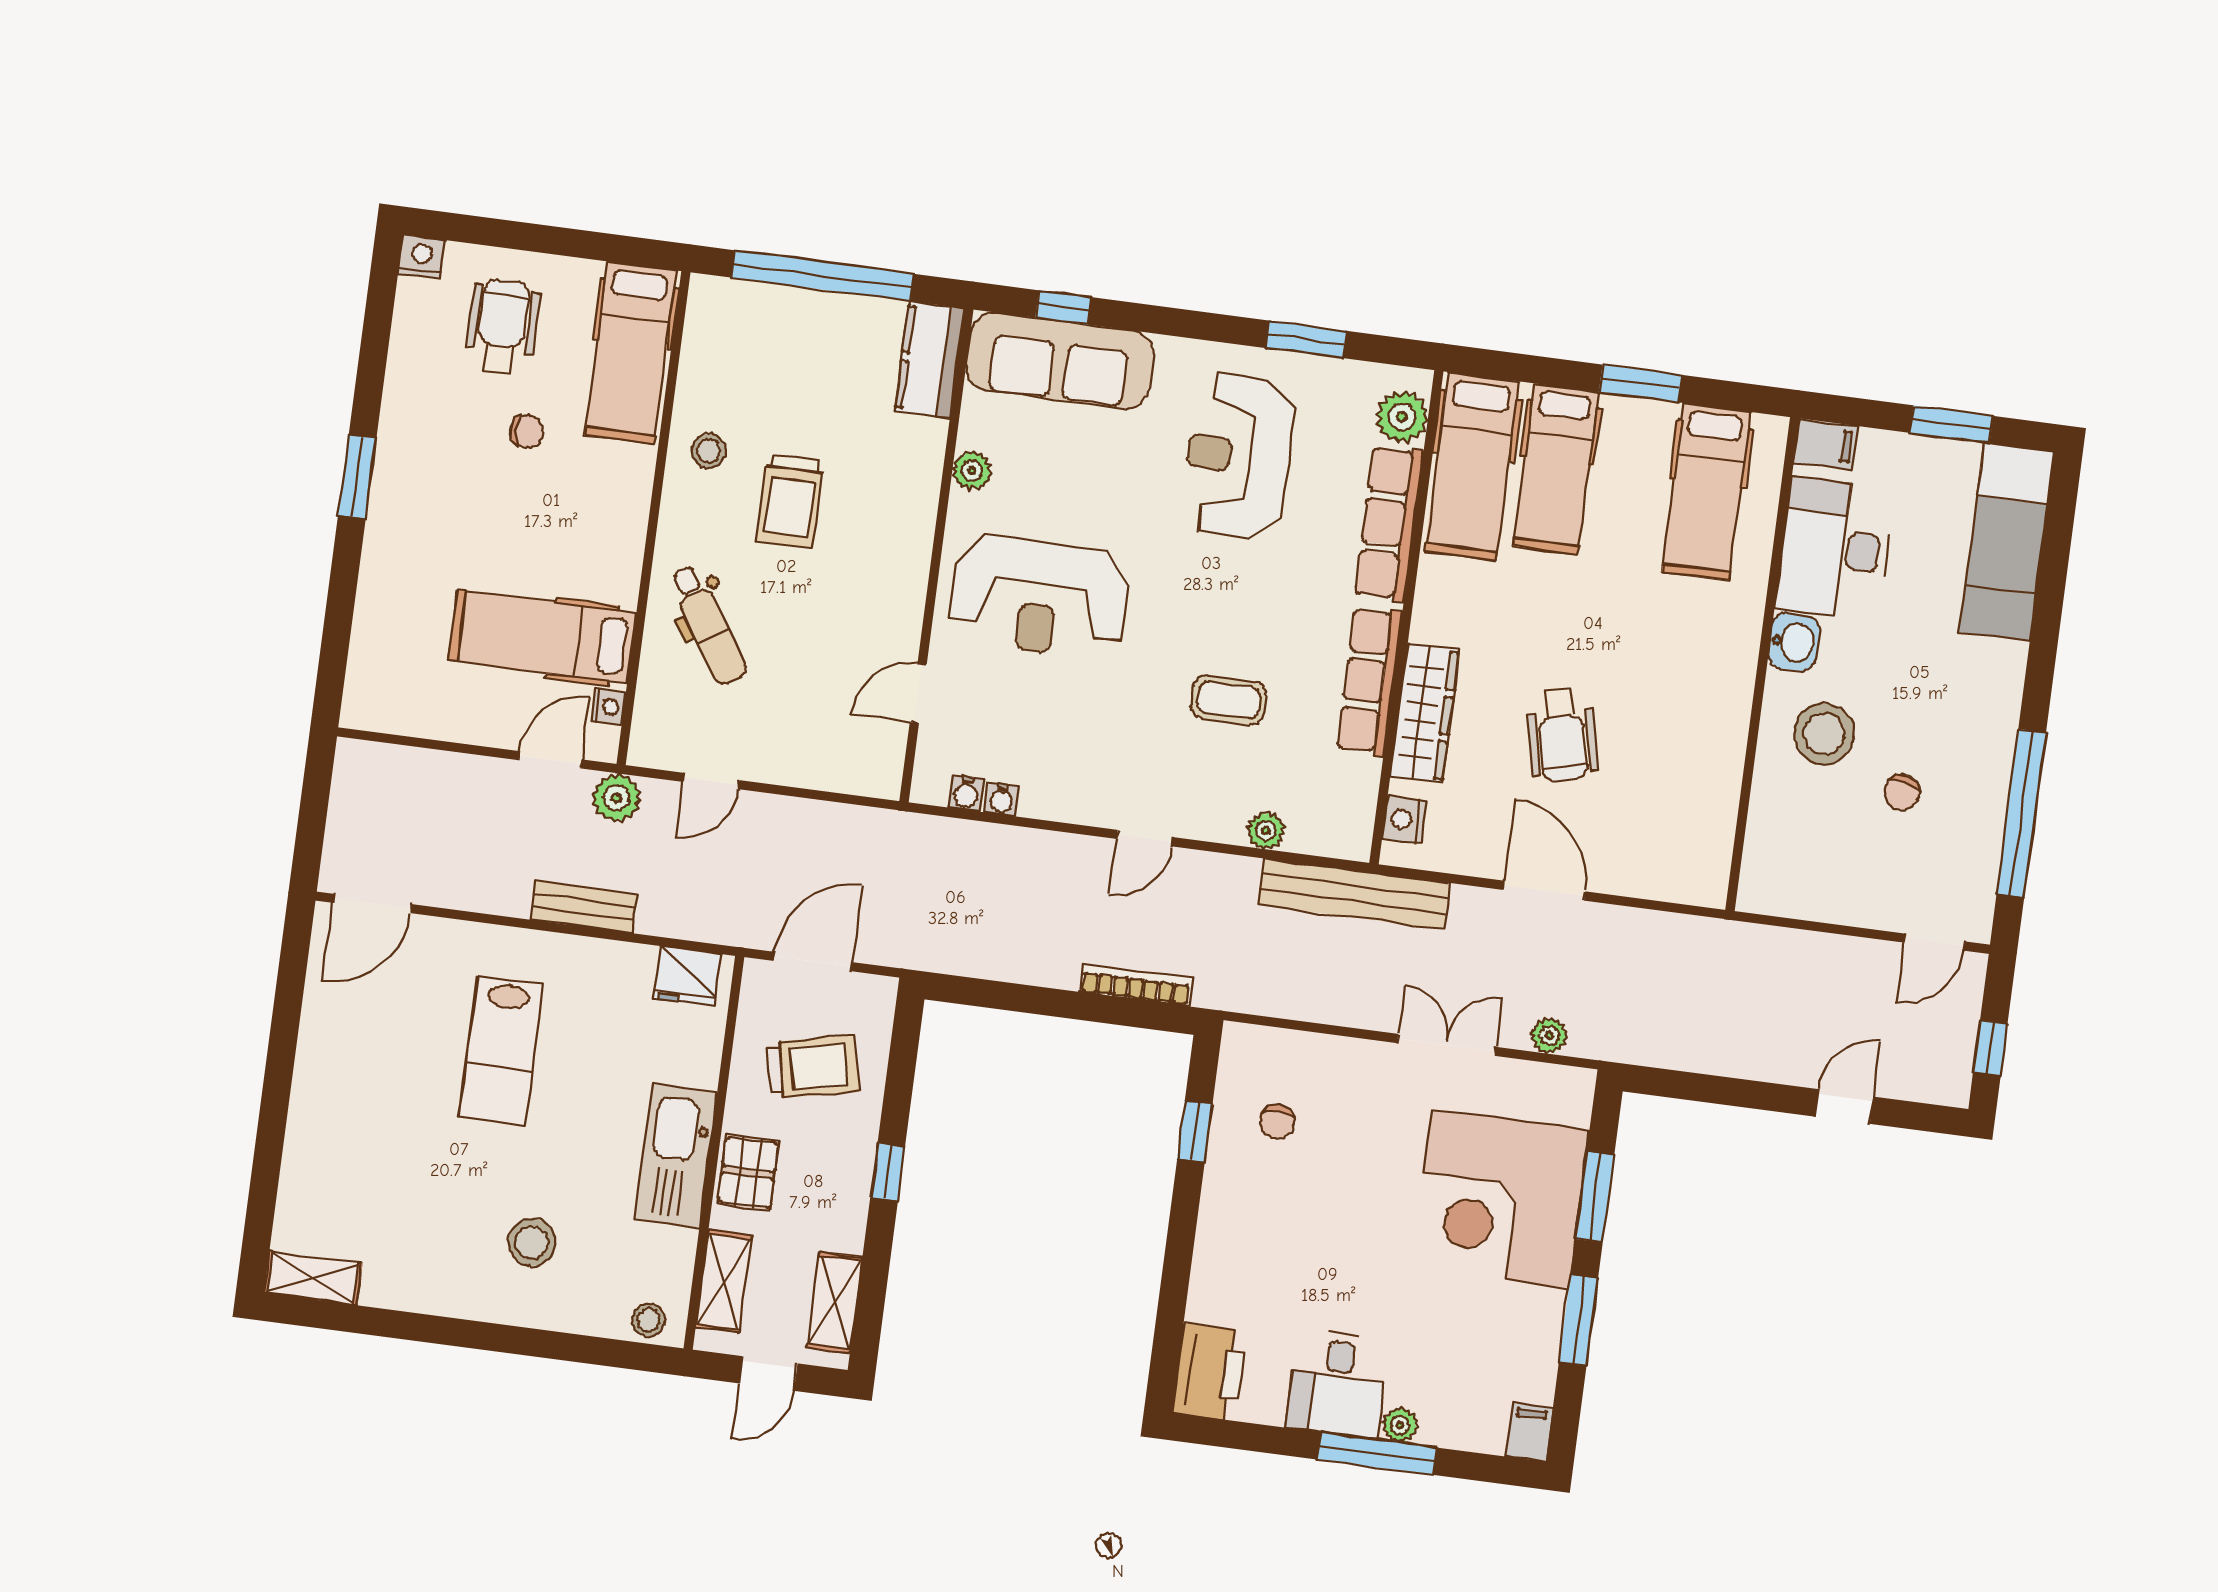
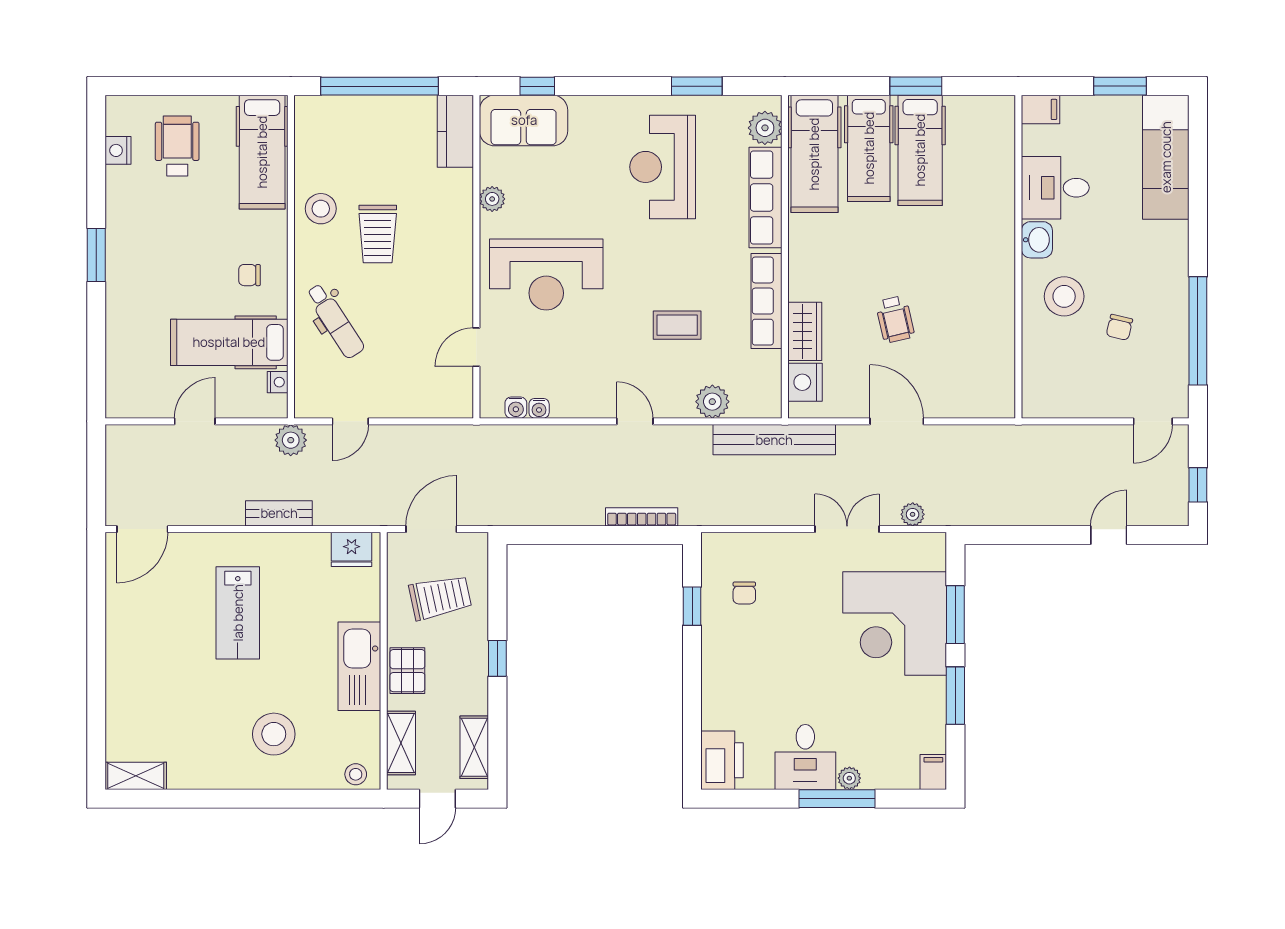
nightstand: (422, 257) -> (118, 150), moved, turned -90
sofa: (1060, 360) -> (524, 120), width x0.73
chair: (527, 431) -> (249, 275), moved, turned 180
stool: (709, 451) -> (321, 209), width x1.37, depth x1.37
hospital bed: (1706, 492) -> (920, 150), moved
desk: (1835, 549) -> (1055, 188), width x0.73
wardrobe: (1425, 713) -> (805, 331), width x0.67
wheelchair: (1562, 735) -> (895, 319), width x0.73, depth x0.73
door: (550, 760) -> (195, 421), moved
nightstand: (1405, 820) -> (805, 382), width x1.36, depth x1.33
plant: (1266, 831) -> (712, 402), width x1.38, depth x1.38
door: (1145, 838) -> (635, 421), swing flipped
stool: (532, 1242) -> (274, 734), width x1.38, depth x1.38

